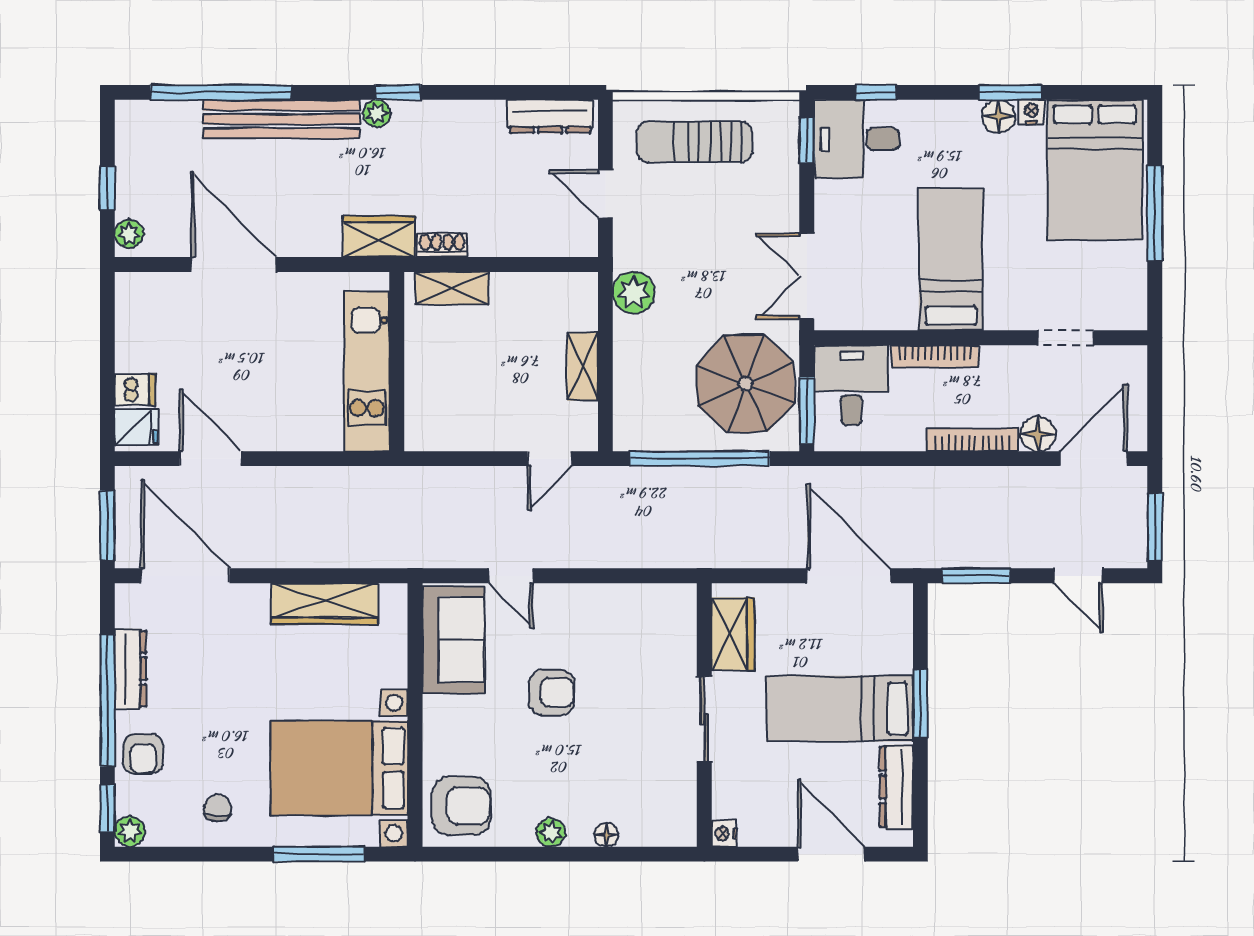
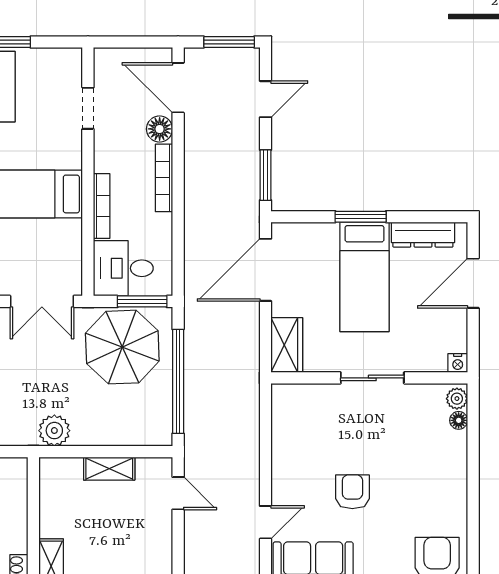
wardrobe: (733, 634) -> (287, 345), moved, turned 90
plant: (551, 832) -> (457, 399), moved
floor lamp: (606, 835) -> (459, 420), moved

